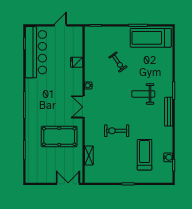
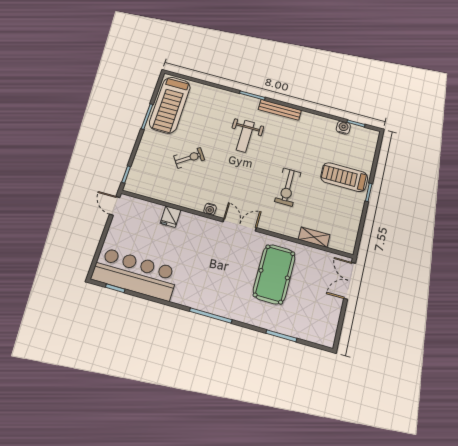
door: (60, 25) -> (115, 206), moved
double door: (84, 107) -> (240, 225), swing flipped
treadmill: (145, 155) -> (344, 177), moved

